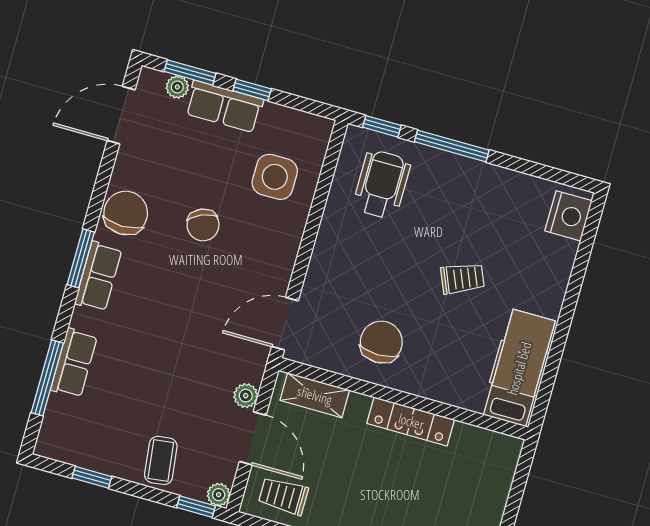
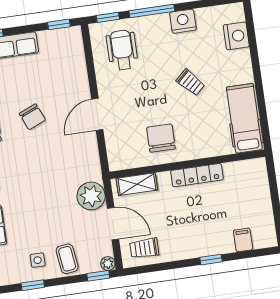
window: (252, 90) -> (59, 24), moved
side table: (275, 177) -> (38, 260), moved, width x0.54, depth x0.54
nightstand: (492, 182) -> (183, 21), added
nightstand: (568, 216) -> (236, 36), moved
trolley: (462, 278) -> (191, 82), turned 70
door: (285, 324) -> (97, 114), moved
plant: (246, 396) -> (91, 196), width x1.87, depth x1.87

